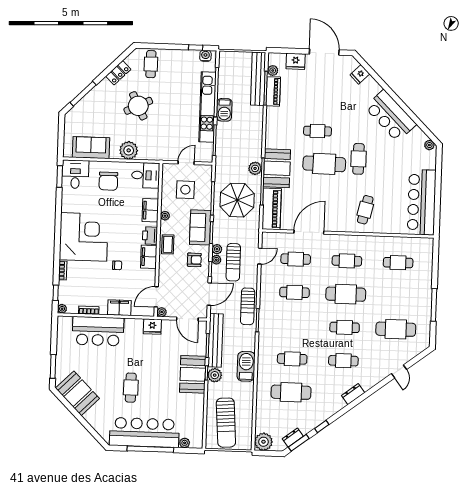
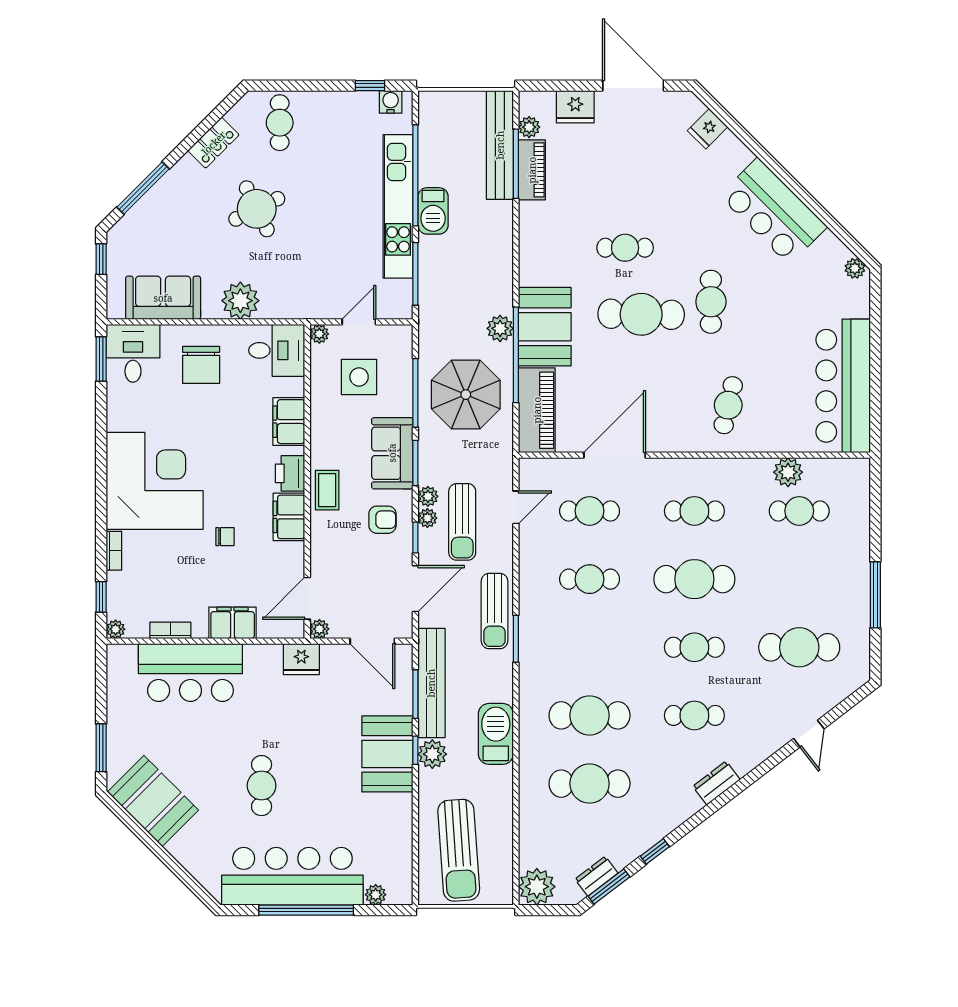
window: (61, 128) -> (101, 259), added
plant: (165, 216) -> (319, 334), moved
plant: (393, 244) -> (788, 472), added
cafe table: (292, 359) -> (590, 715), width x1.37, depth x1.35

